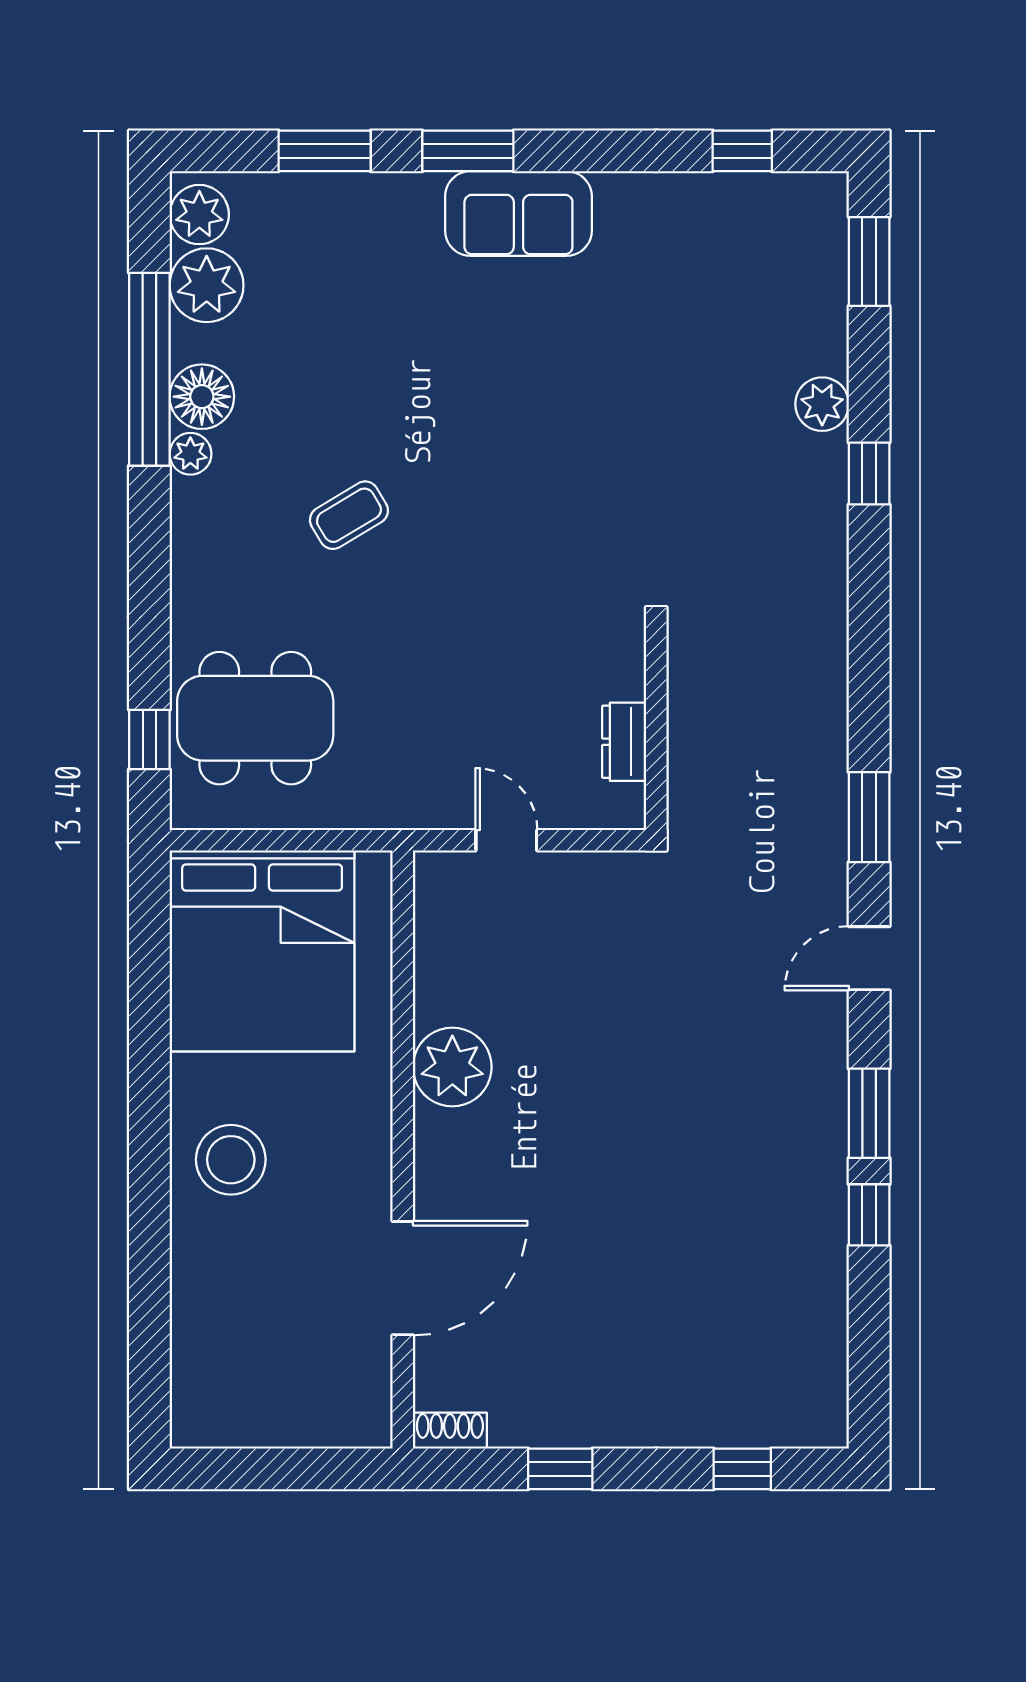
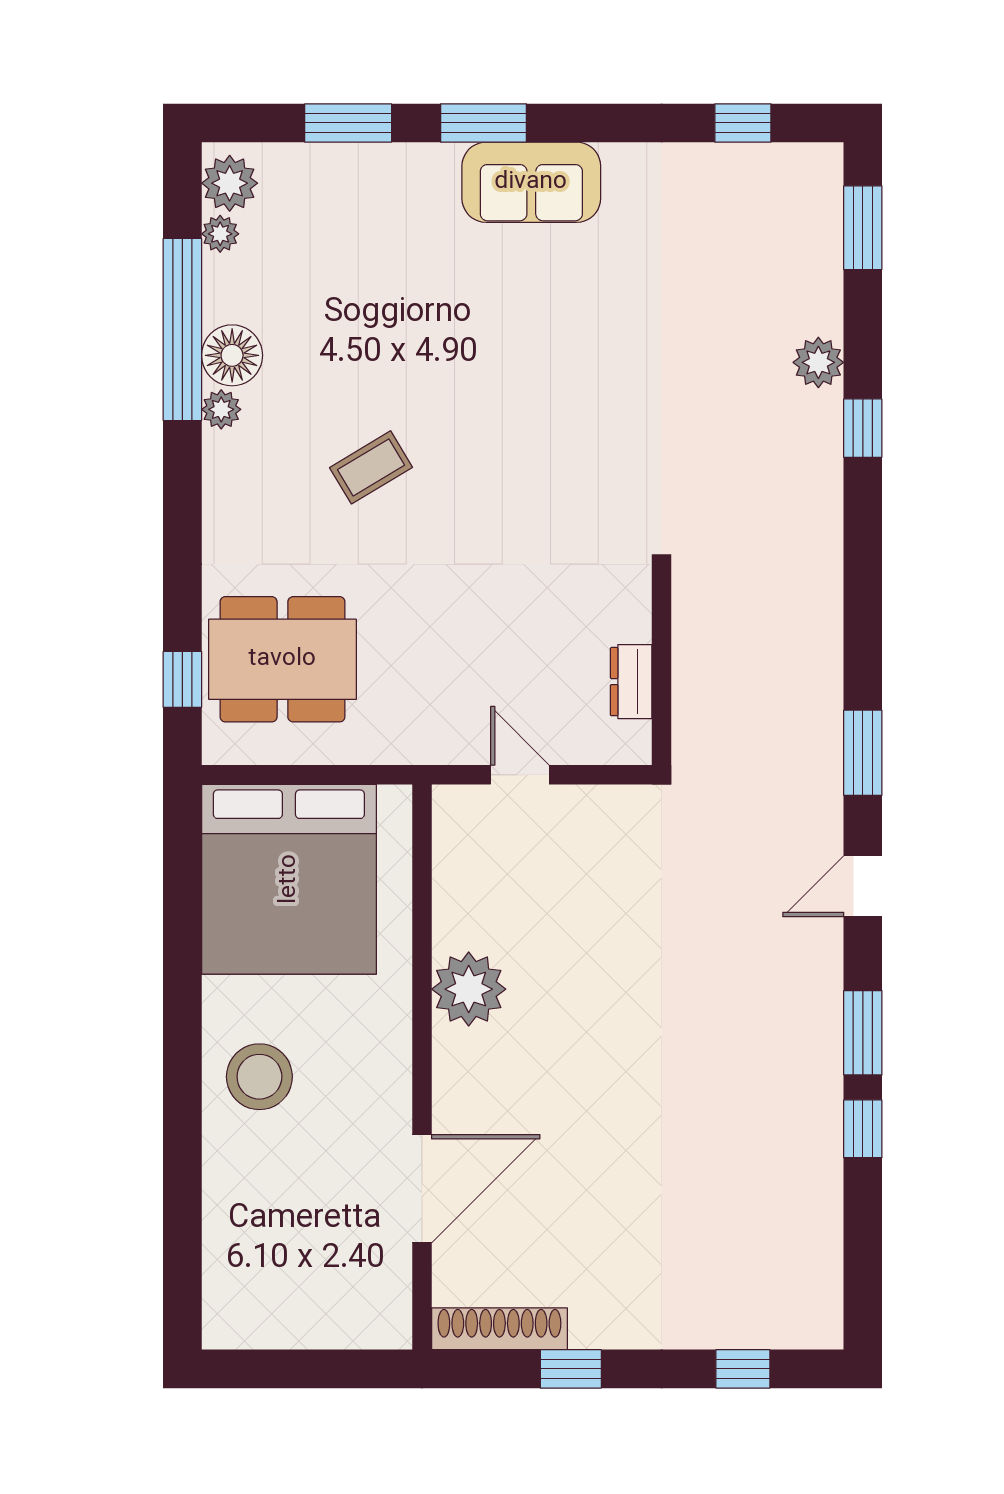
plant: (207, 285) -> (220, 234), width x0.53, depth x0.53
shoe rack: (450, 1431) -> (499, 1329), width x1.94, depth x1.24

